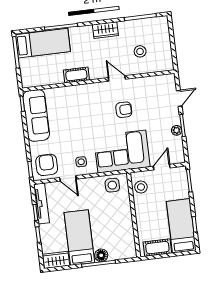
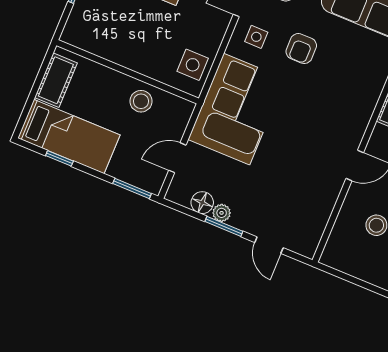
armchair: (124, 110) -> (301, 49), moved
floor lamp: (177, 143) -> (202, 203), added
door: (162, 167) -> (177, 158), swing flipped
stool: (141, 187) -> (141, 101), moved

